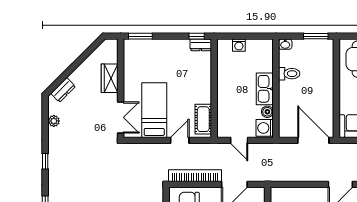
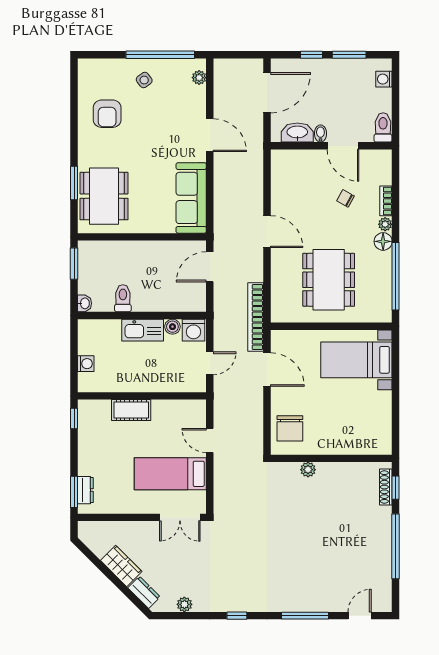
dresser: (201, 45) -> (85, 490), moved
wardrobe: (110, 78) -> (121, 566), moved, turned -135
double door: (121, 117) -> (180, 517), swing flipped
cot: (203, 119) -> (131, 410), moved
door: (313, 140) -> (210, 267), width x0.73
bookcase: (195, 176) -> (256, 317), moved

